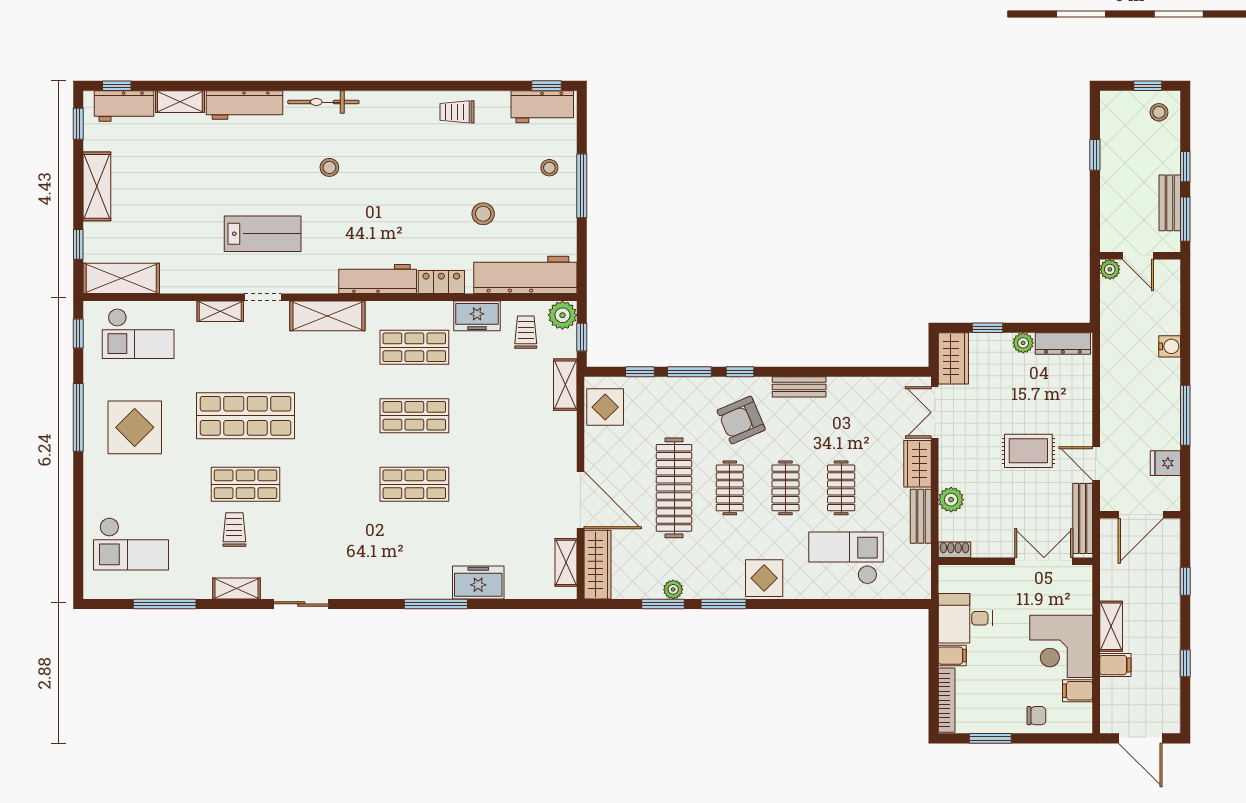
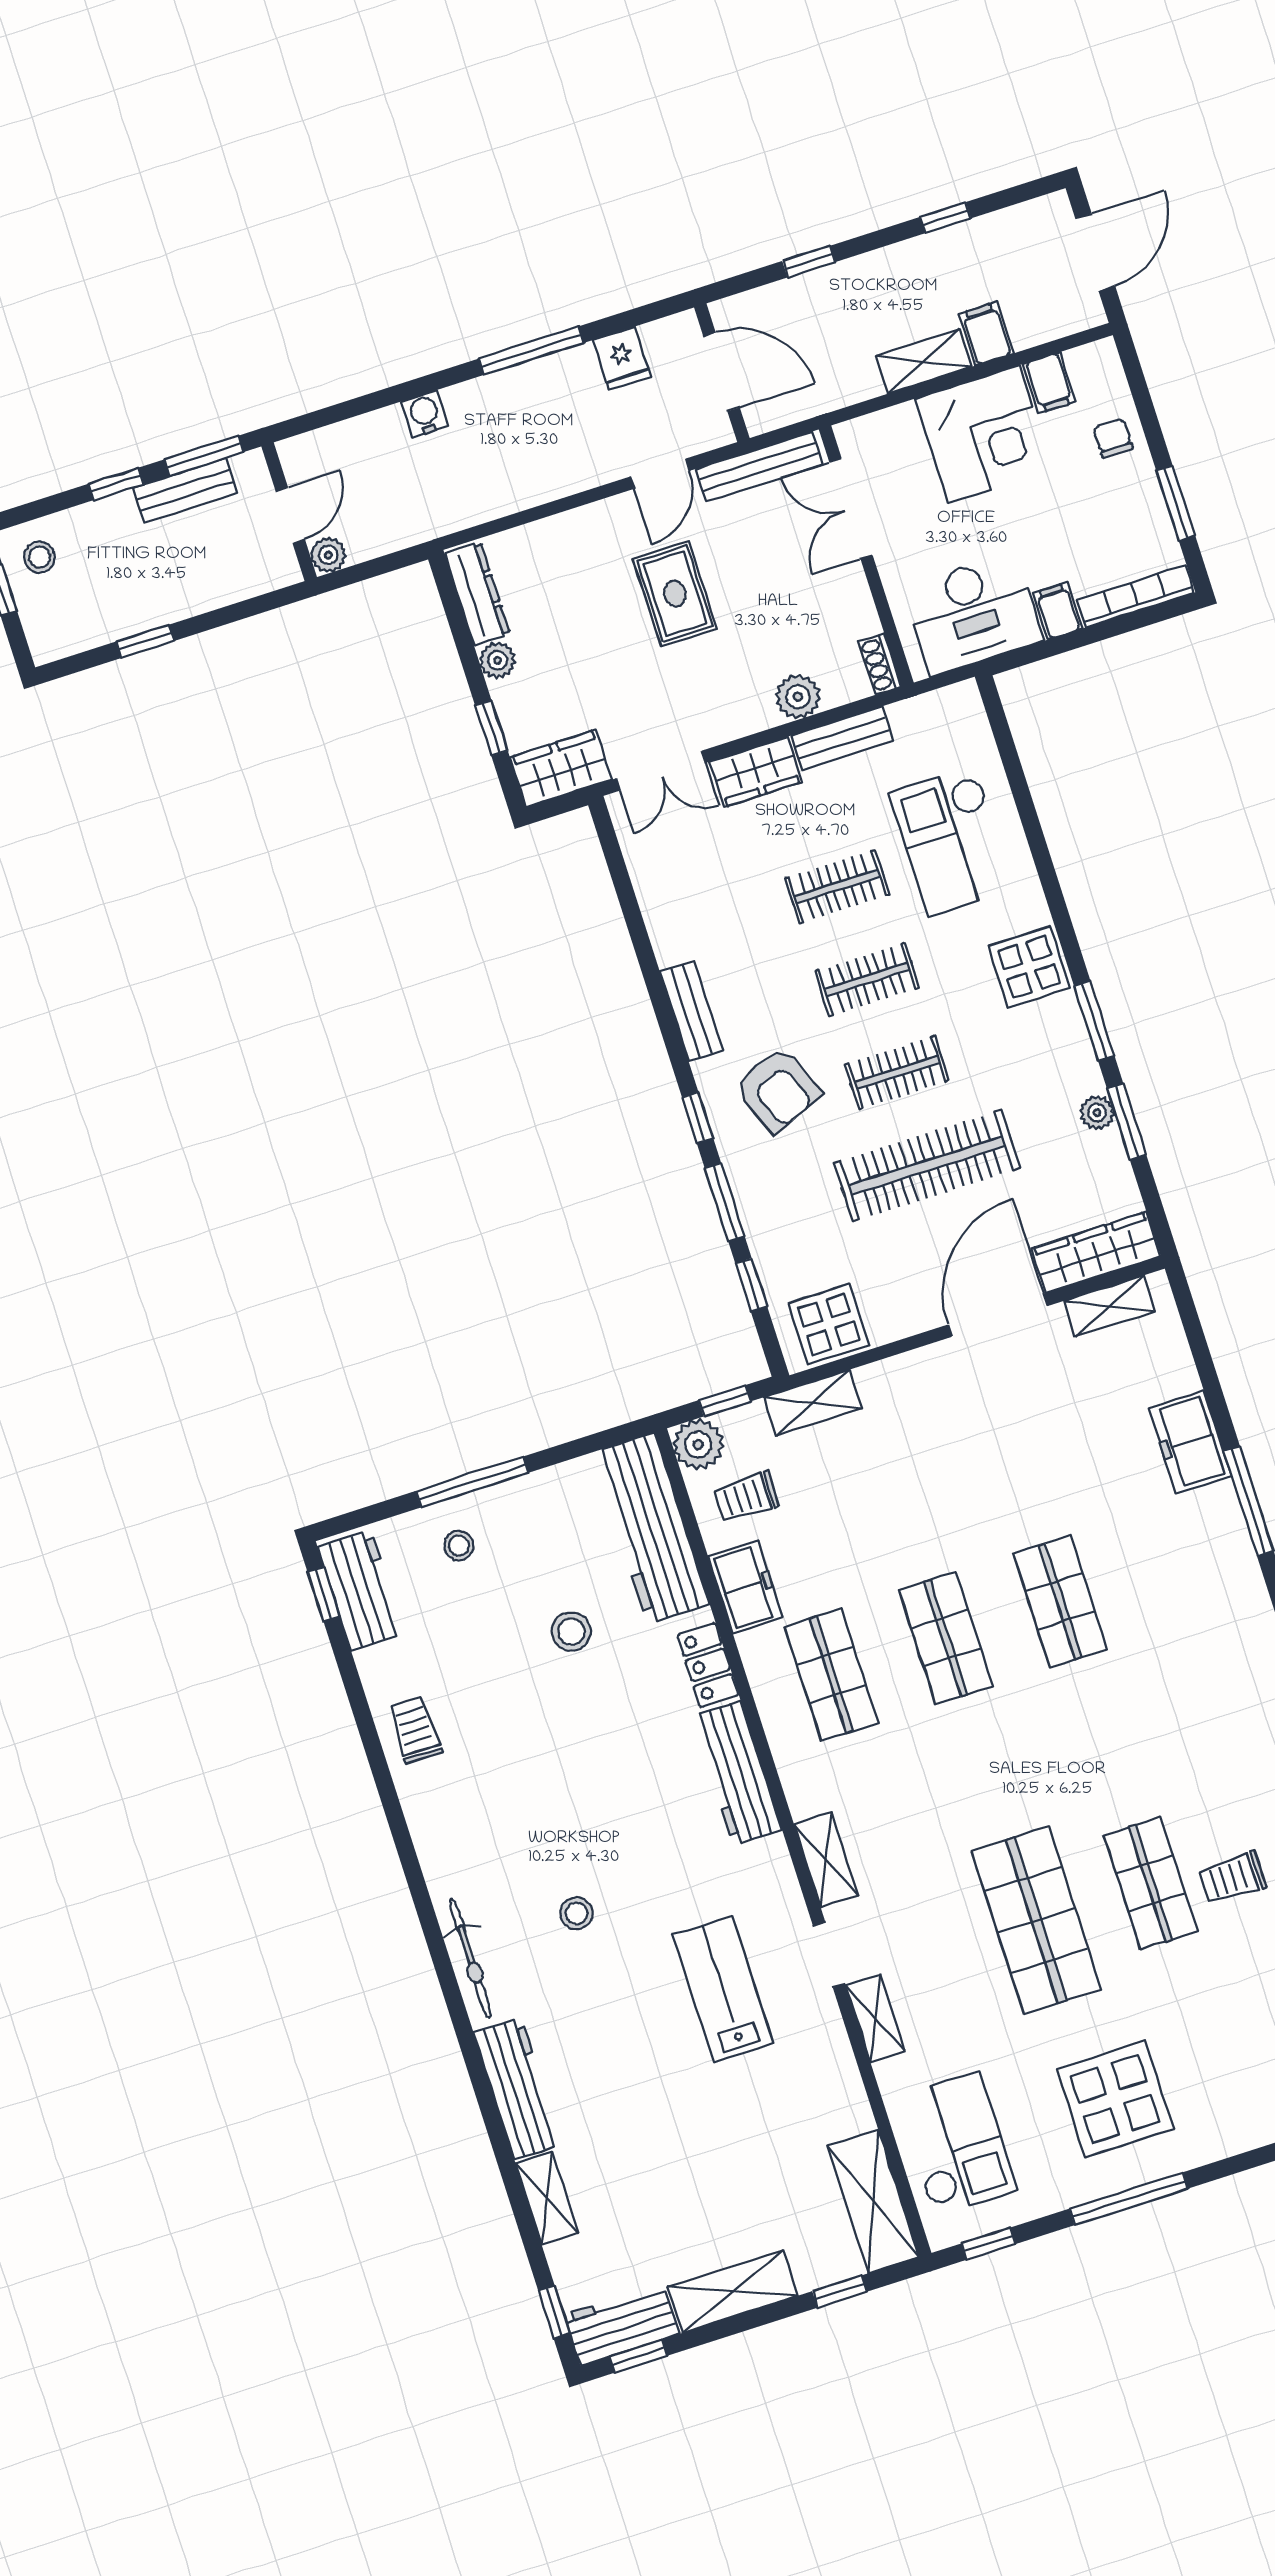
workbench: (124, 106) -> (622, 2324), moved, turned -90
trolley: (457, 112) -> (415, 1730), turned 180
shelving: (327, 316) -> (826, 1860), width x0.67, depth x0.75
desk: (965, 618) -> (973, 614), width x1.37

